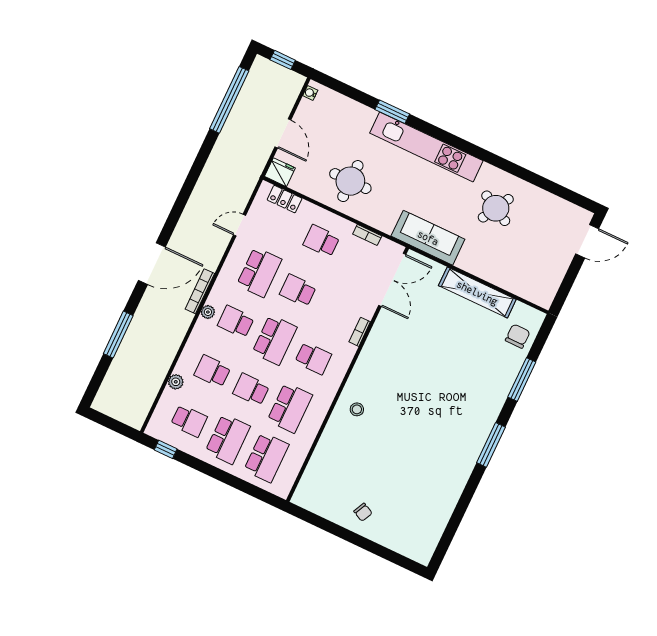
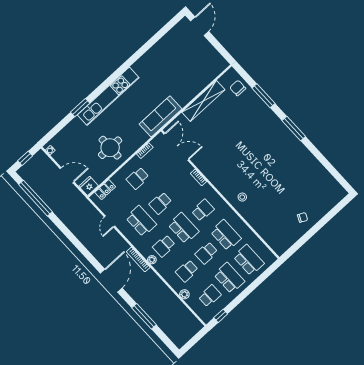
round table: (496, 208) -> (159, 71), removed

